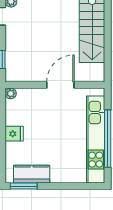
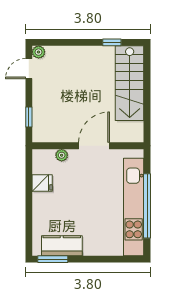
plant: (11, 93) -> (62, 155), moved
fridge: (14, 134) -> (42, 183), moved

